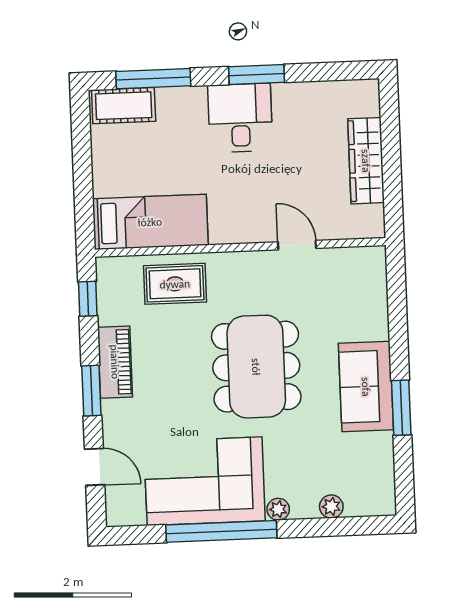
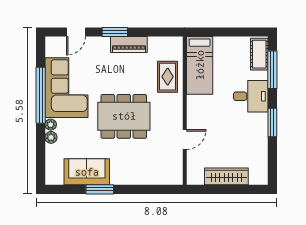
desk: (240, 118) -> (251, 96), moved
window: (88, 299) -> (162, 32), removed
sofa: (366, 387) -> (87, 172), moved
plant: (331, 507) -> (51, 137), moved

